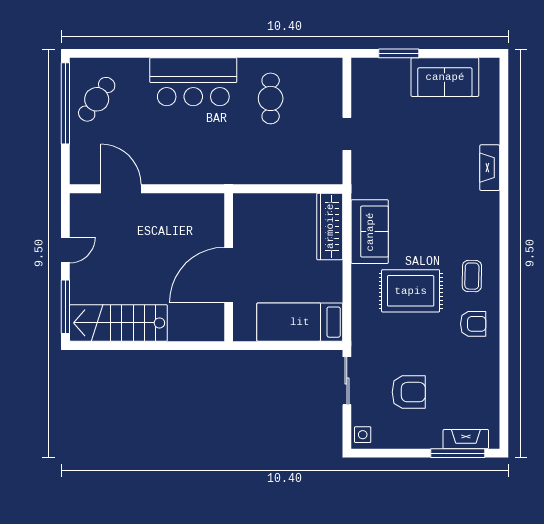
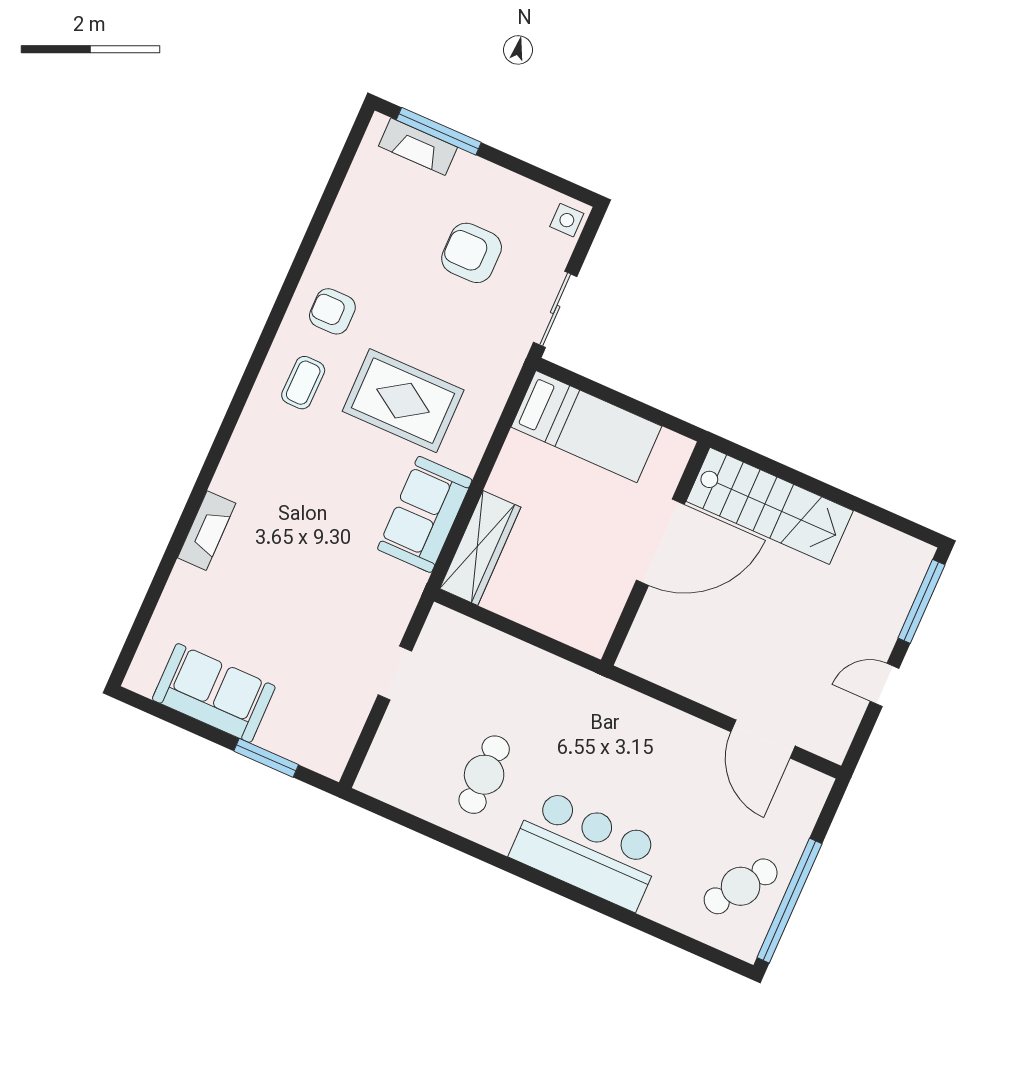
stairs: (118, 323) -> (770, 506), moved

